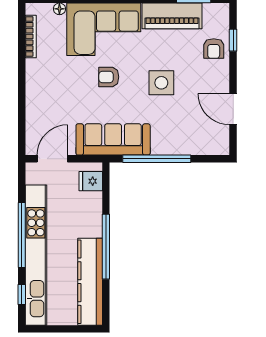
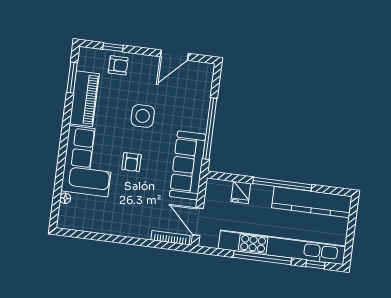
bookcase: (31, 36) -> (171, 238), moved
fridge: (91, 181) -> (241, 192), moved

